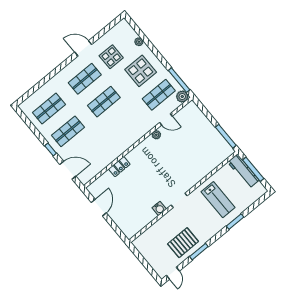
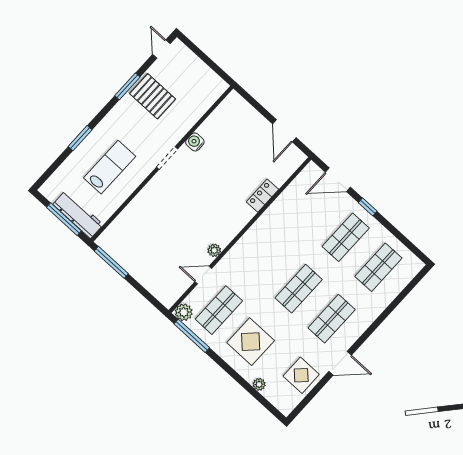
display table: (111, 57) -> (301, 375), moved
lab bench: (218, 200) -> (110, 167), turned 90
pallet: (183, 243) -> (153, 96), turned 90

